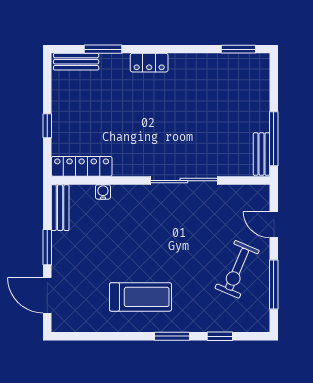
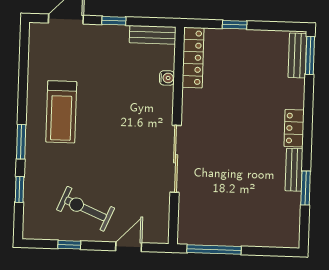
window: (103, 49) -> (310, 55), moved
window: (238, 49) -> (306, 188), moved
bench: (262, 154) -> (294, 170), moved, turned 90
window: (47, 247) -> (114, 21), width x0.67
window: (274, 285) -> (69, 245), width x0.46

